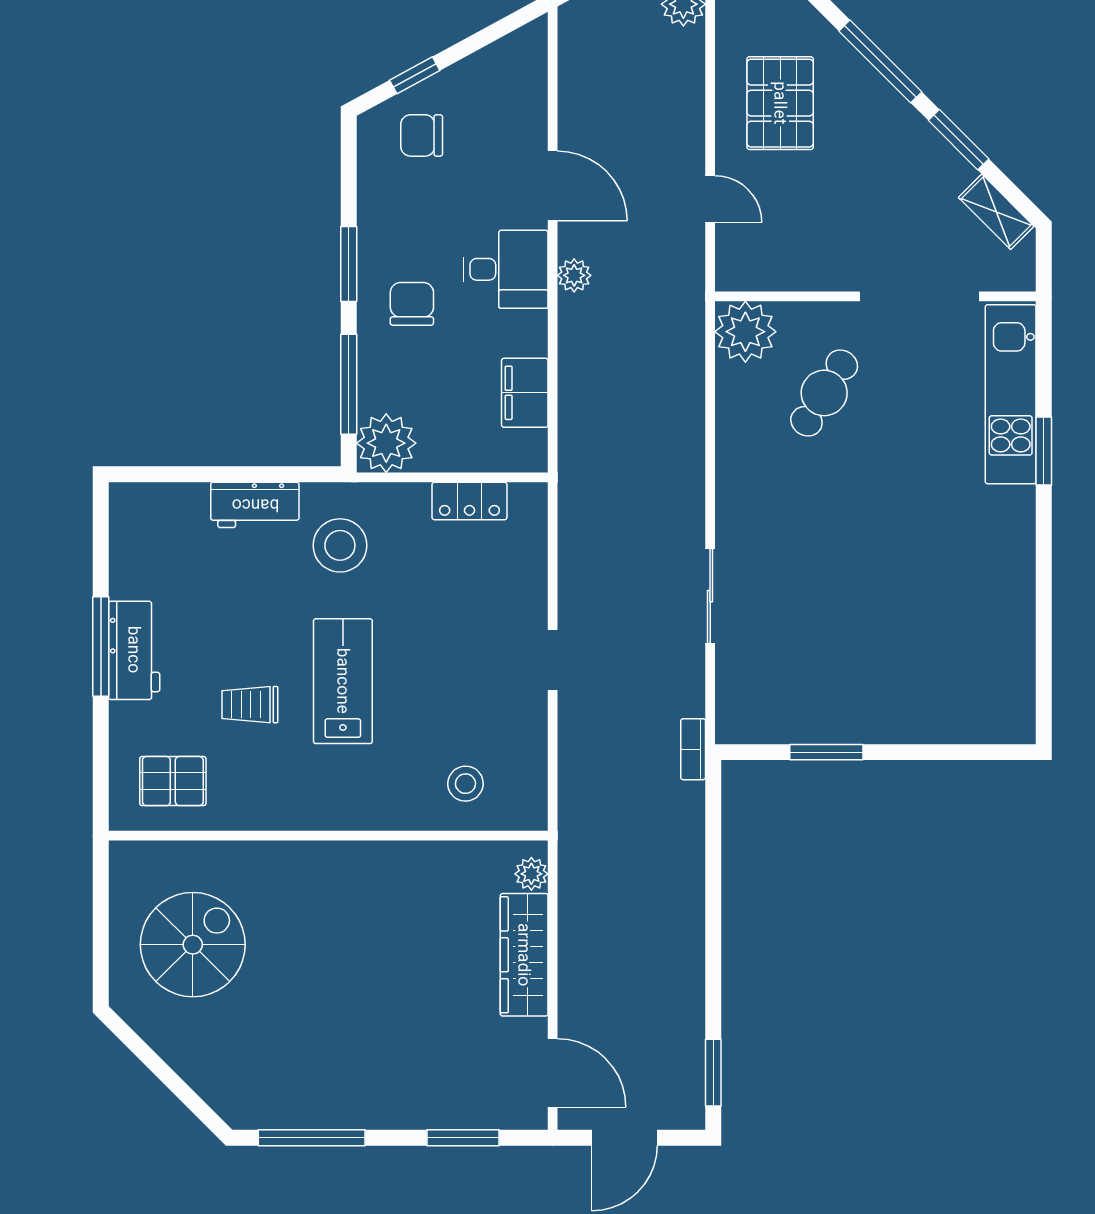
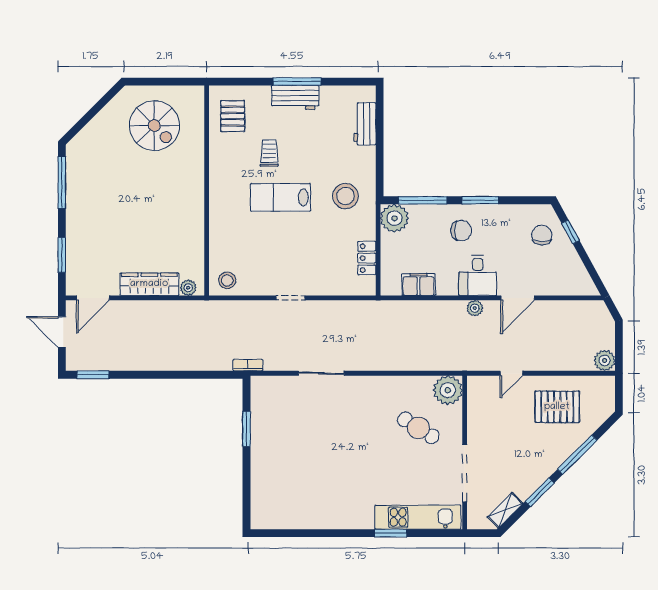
workbench: (255, 505) -> (365, 124), moved
lab bench: (343, 681) -> (280, 197), turned 180
stool: (465, 784) -> (227, 280), moved

